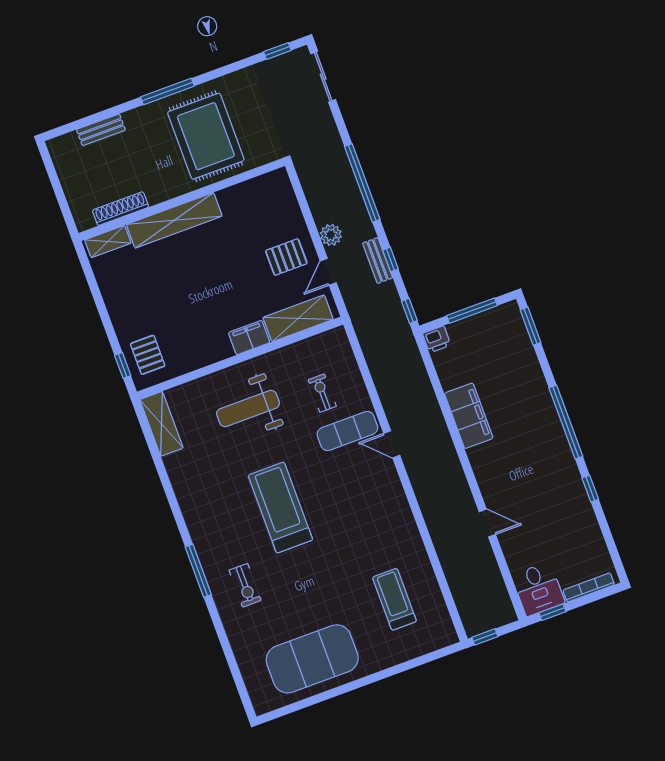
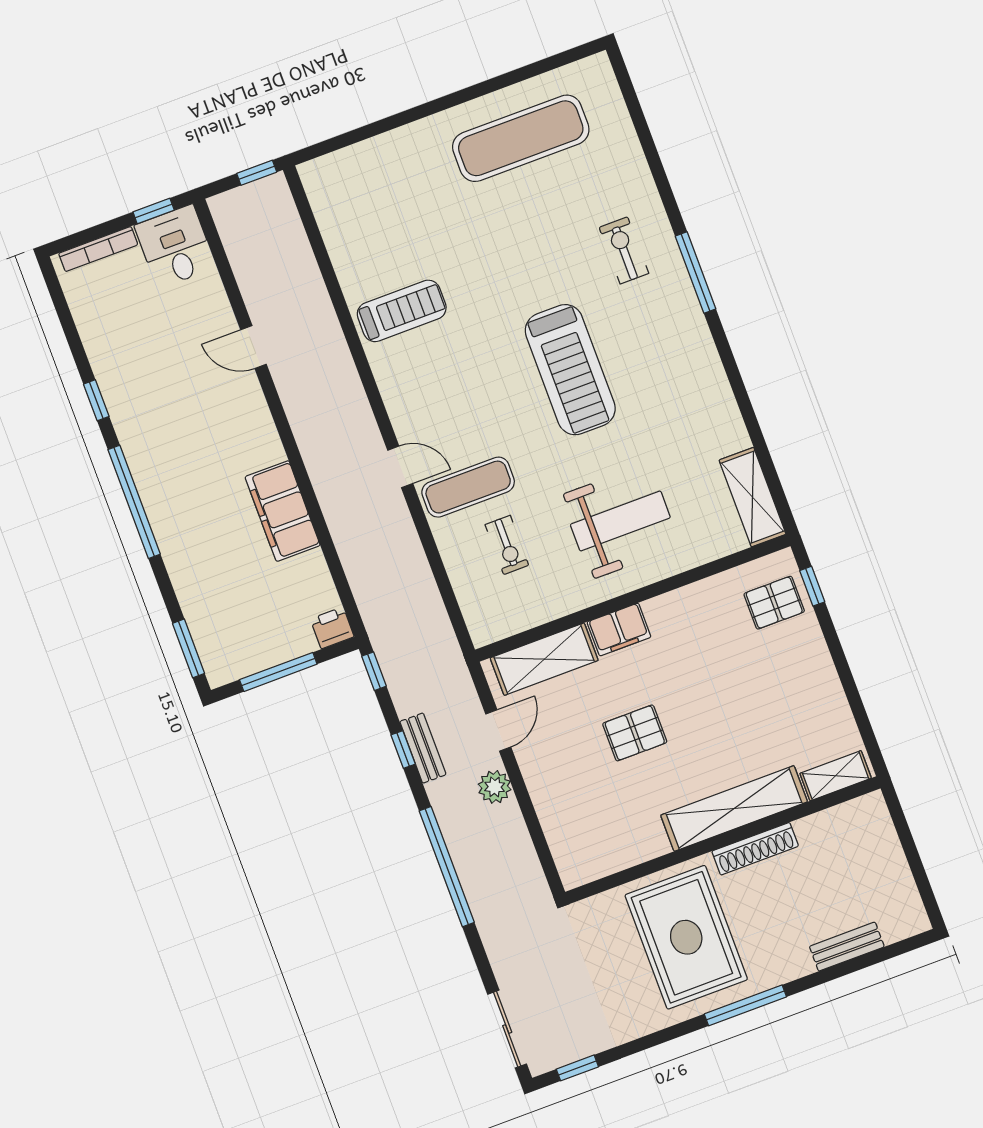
shoe rack: (121, 209) -> (755, 849), moved
pallet: (286, 257) -> (635, 733), moved
pallet: (148, 355) -> (774, 603), turned 90
treadmill: (394, 599) -> (402, 311), moved, turned -90
exercise mat: (312, 659) -> (521, 138), width x0.68

